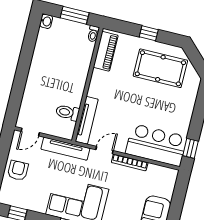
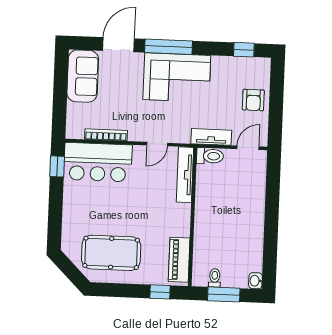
window: (149, 33) -> (160, 292), moved
toilet: (93, 34) -> (215, 278), moved
toilet: (68, 113) -> (210, 156), moved
tv unit: (65, 149) -> (211, 137), width x0.71
bookcase: (130, 162) -> (106, 135), moved

